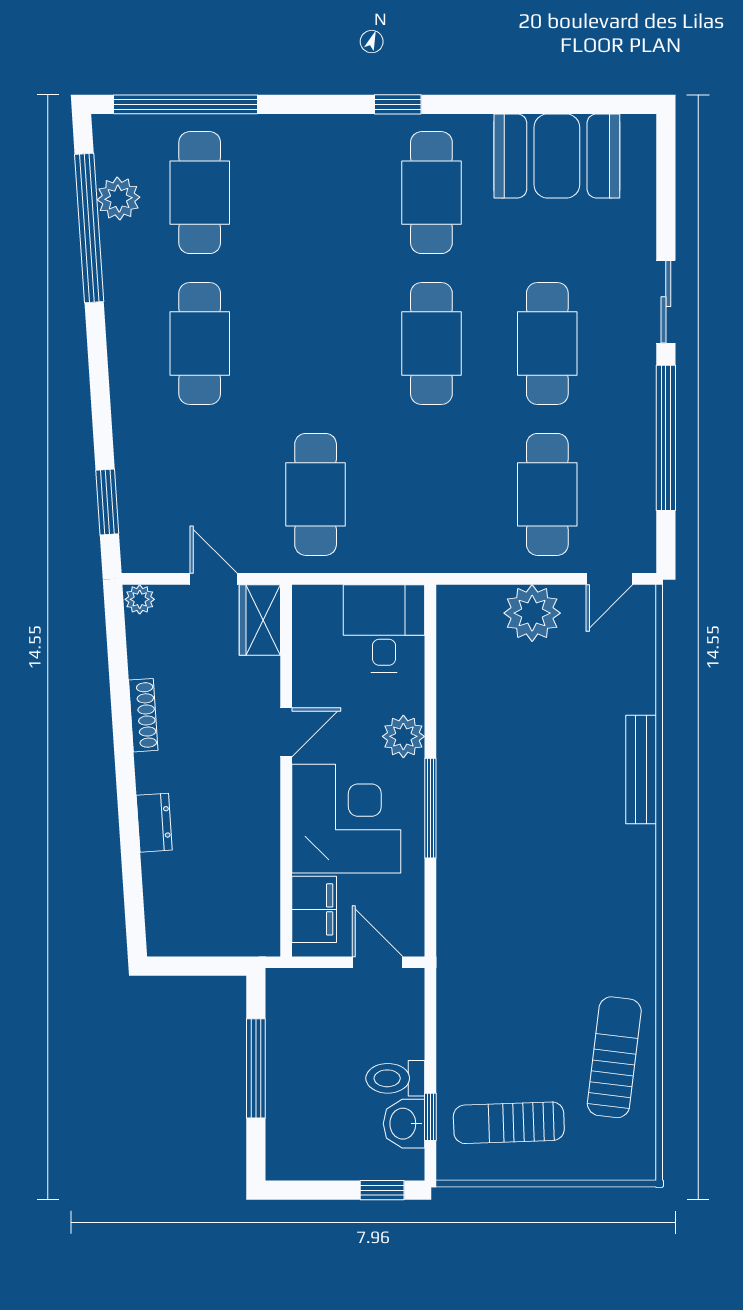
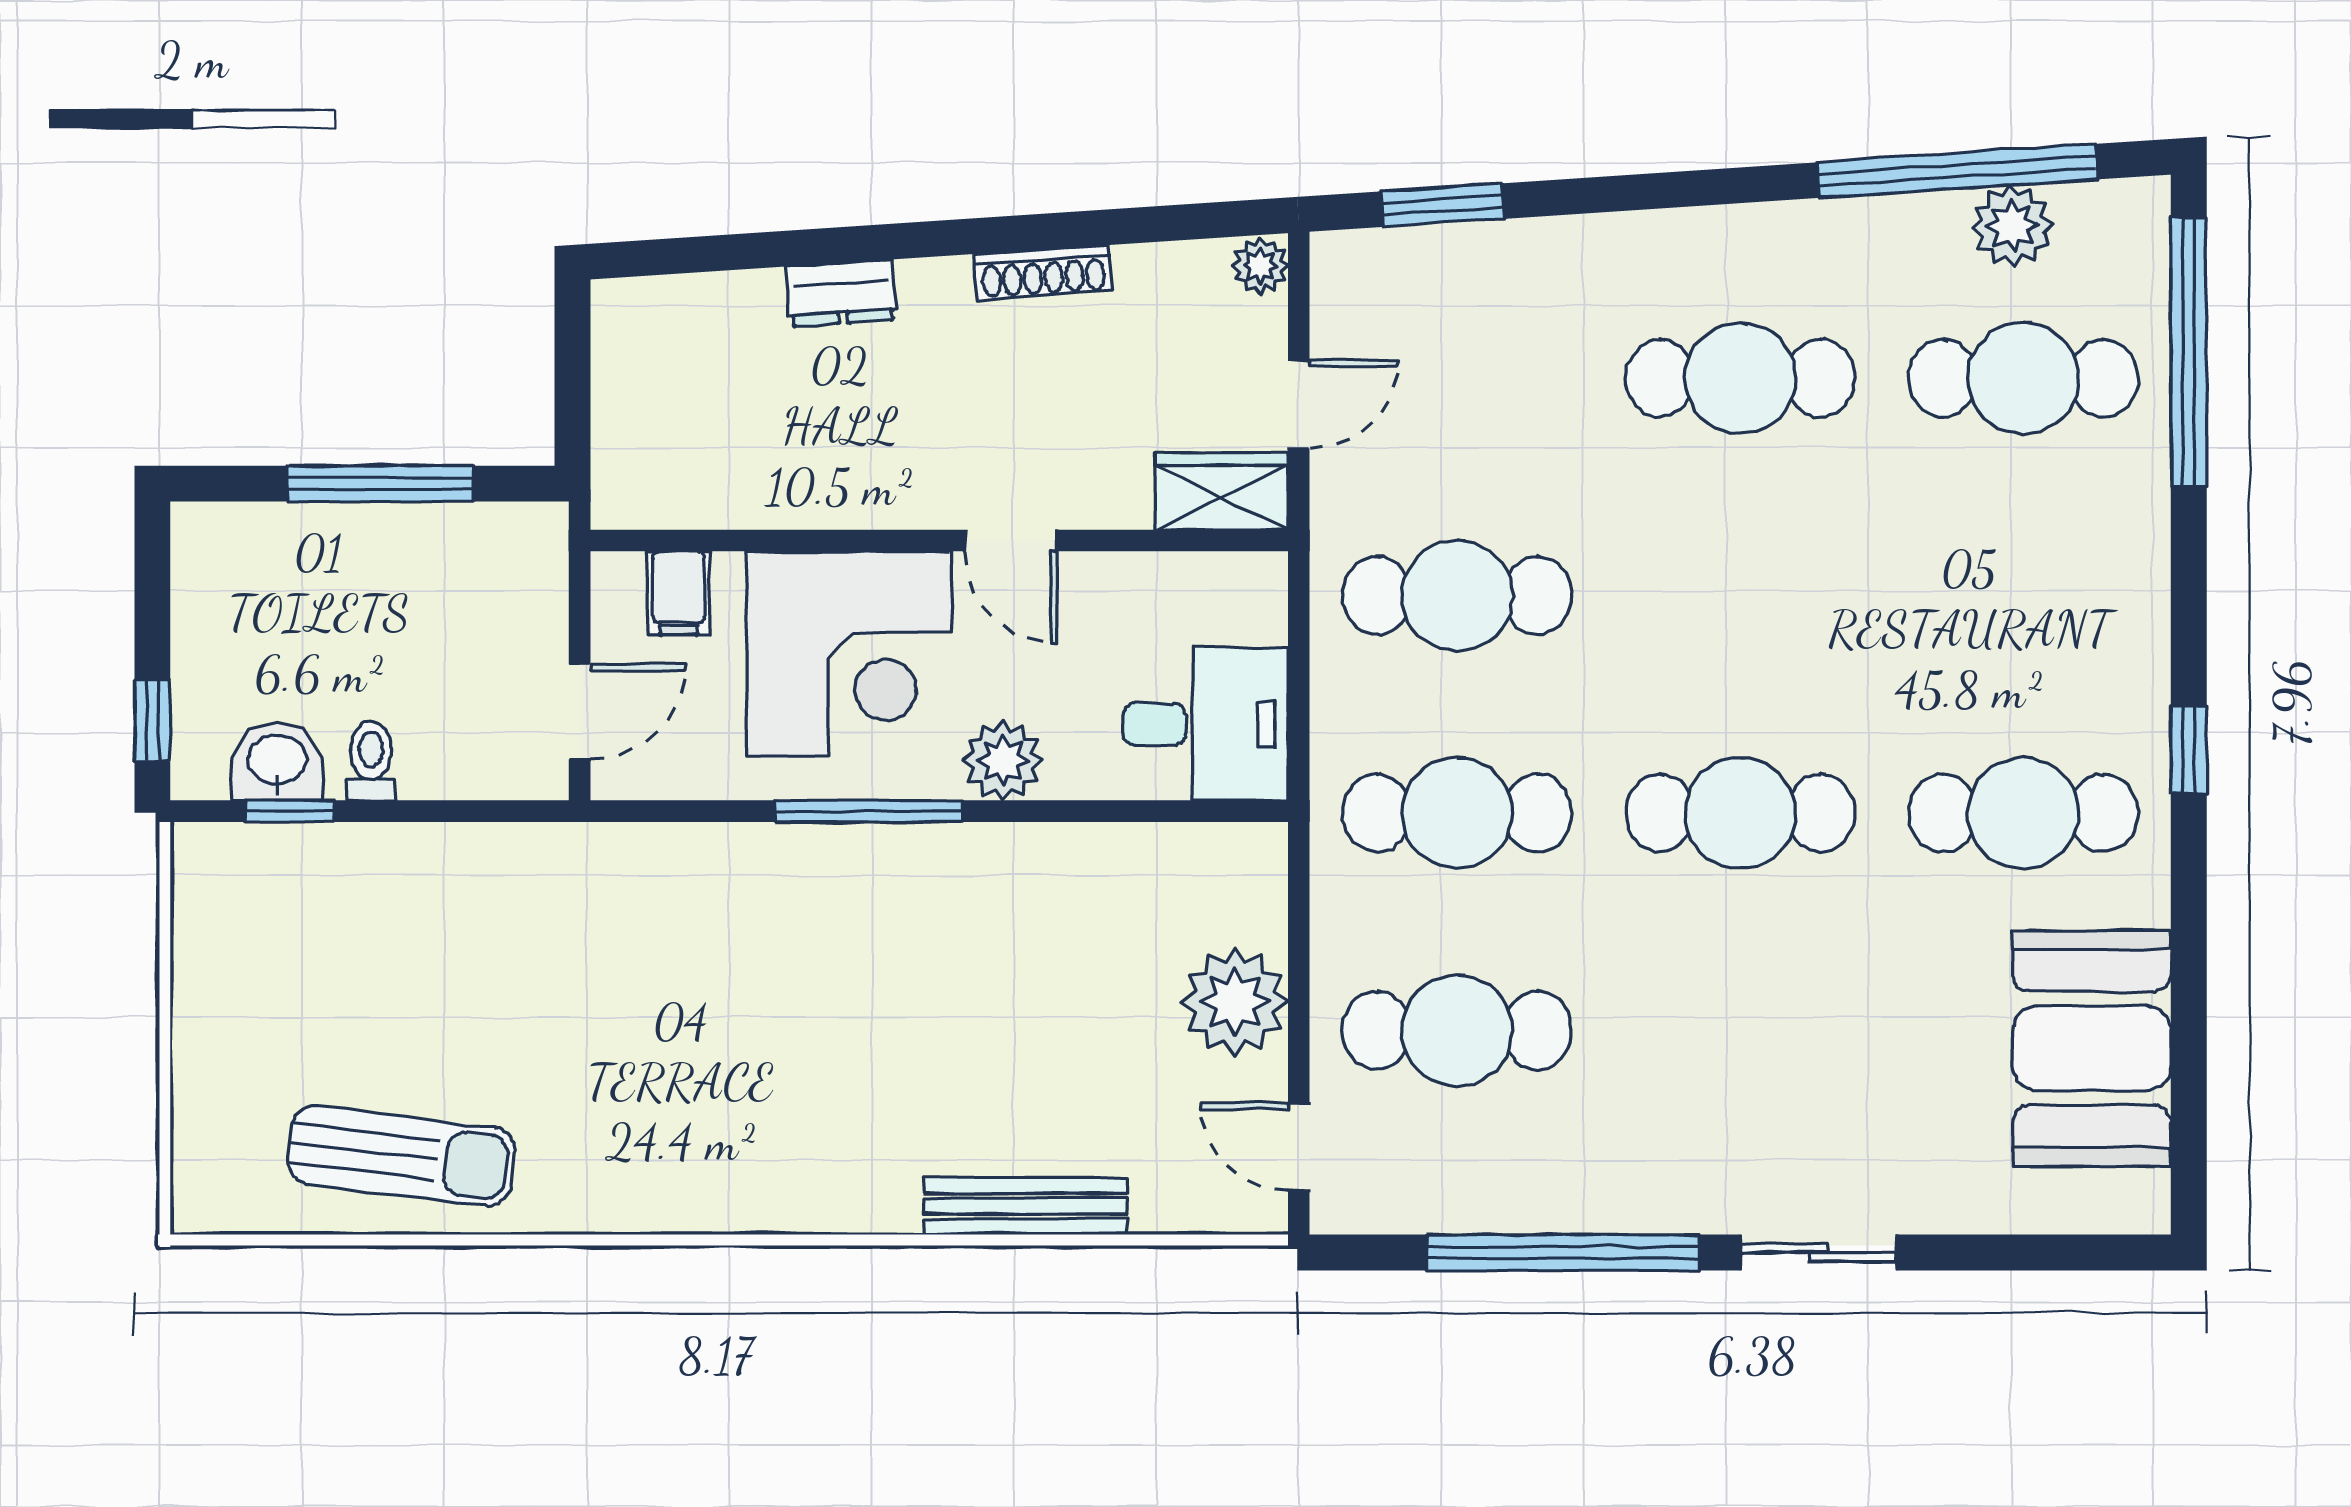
cafe table: (547, 343) -> (1457, 813), moved
bench: (641, 770) -> (1025, 1206), moved
filing cabinet: (314, 909) -> (679, 593), width x0.50
toilet: (395, 1078) -> (371, 761), width x0.73, depth x0.72
sun lounger: (509, 1123) -> (279, 958), removed

